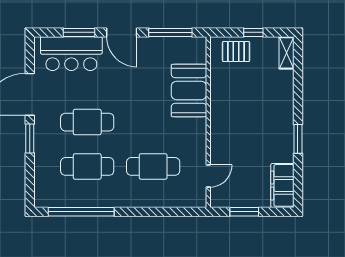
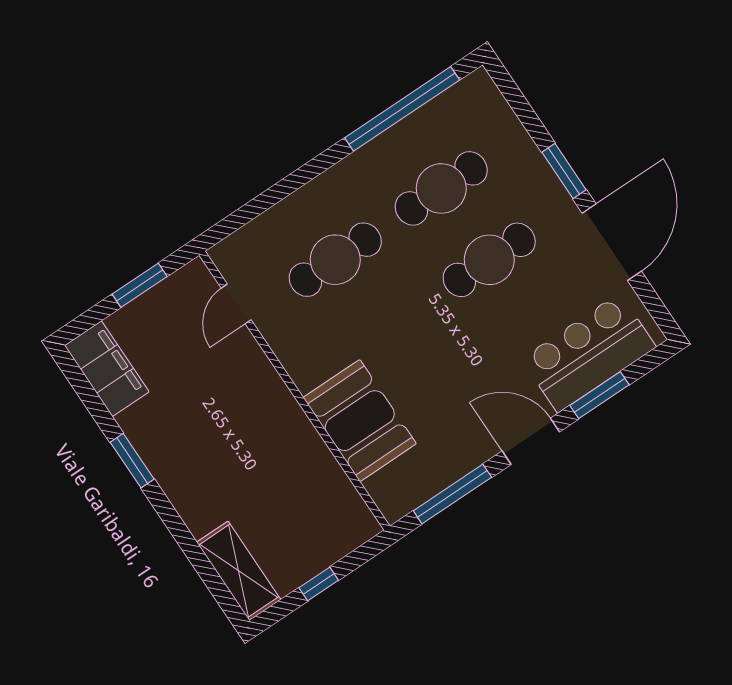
pallet: (236, 52) -> (326, 534), removed
shelving: (286, 53) -> (239, 571), width x1.50, depth x1.33

